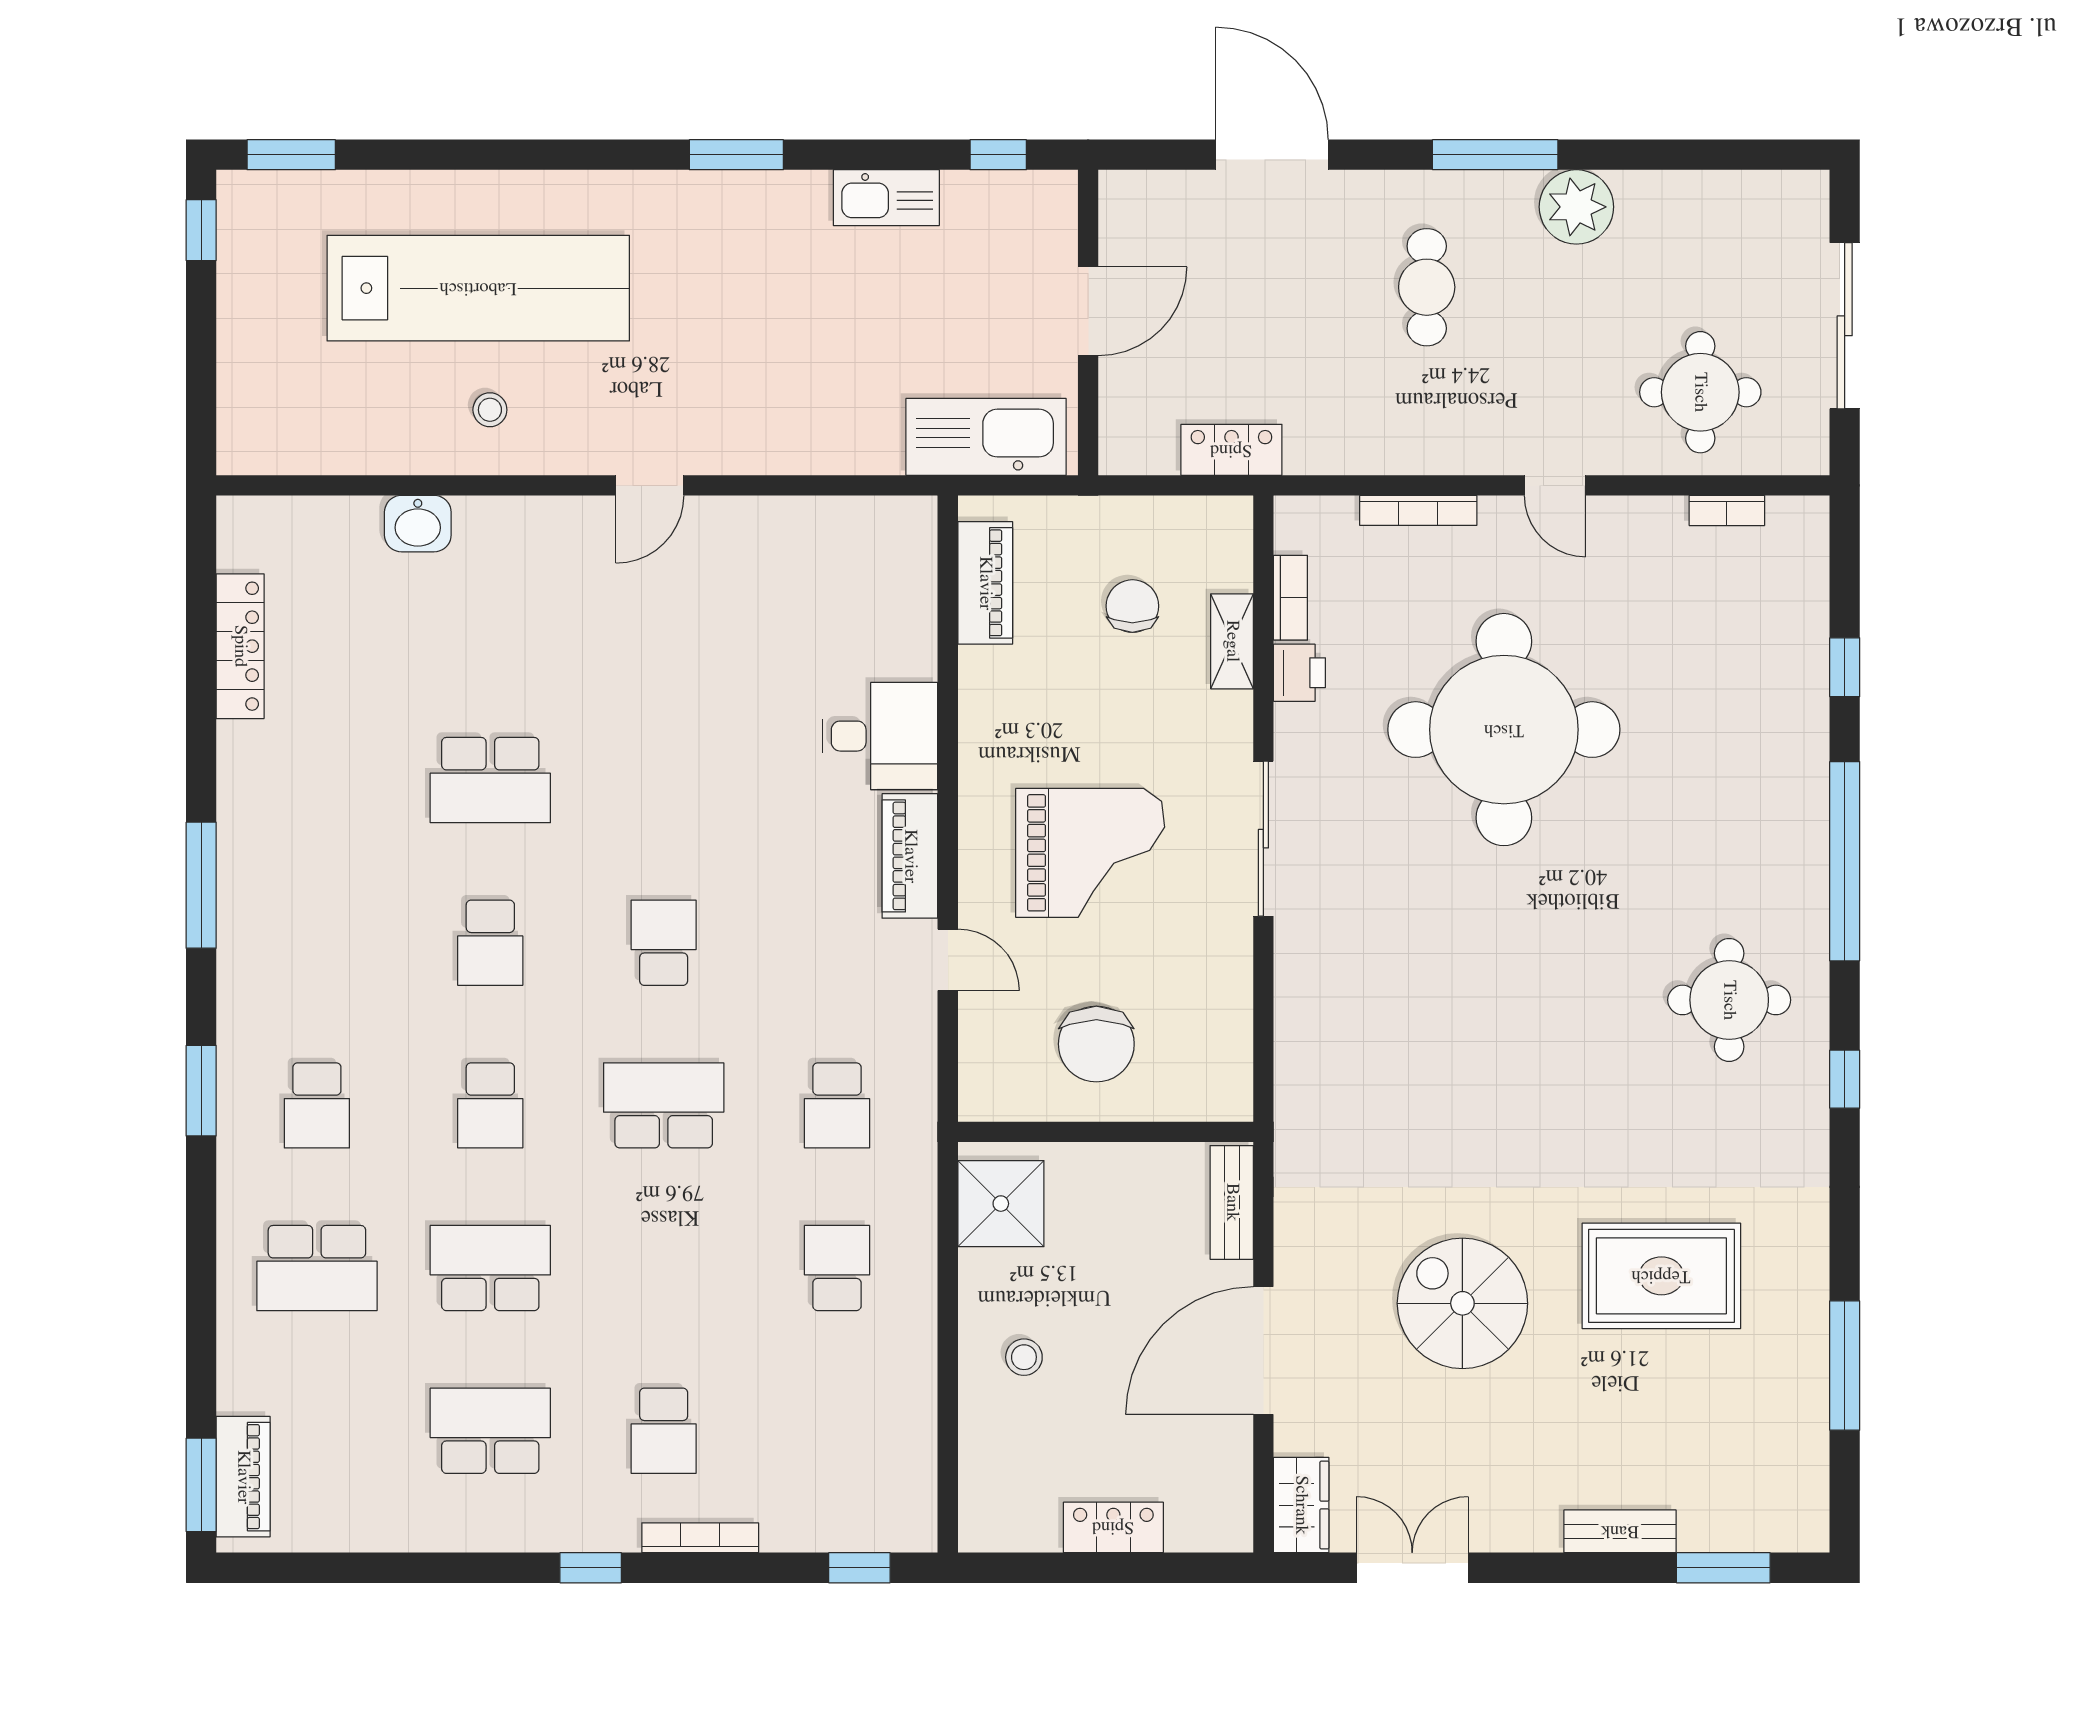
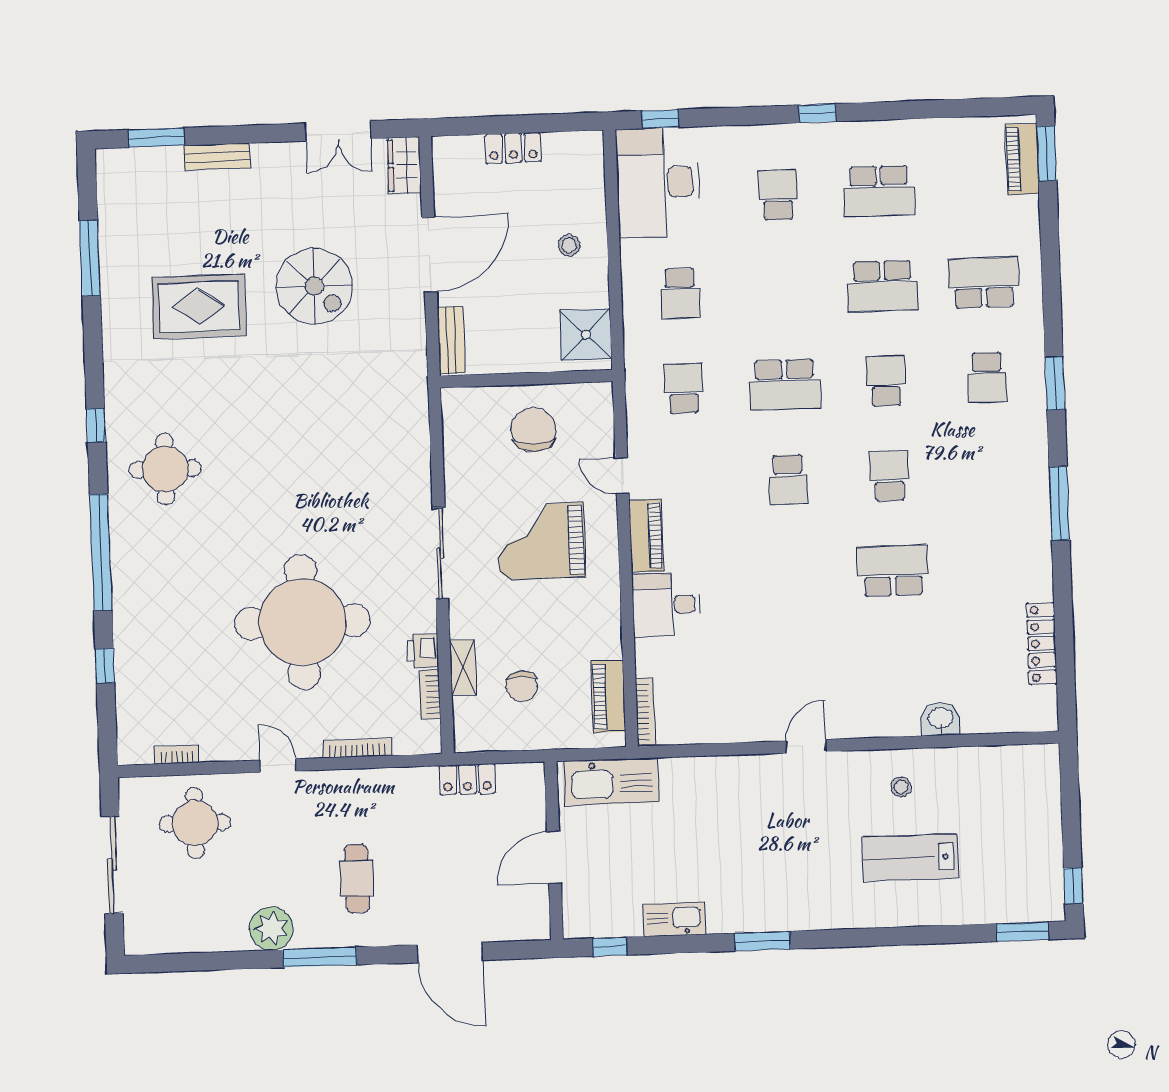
lab bench: (478, 288) -> (910, 858), width x0.54, depth x0.72
school desk: (317, 1105) -> (987, 377), turned 180
desk: (868, 1459) -> (658, 182), added
bookcase: (700, 1538) -> (645, 712), moved, turned -90

